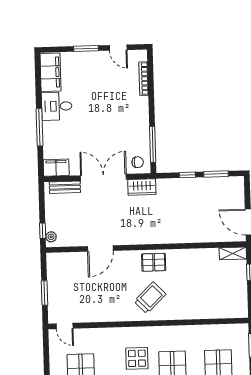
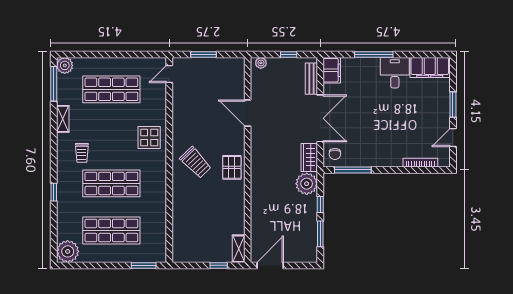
plant: (167, 189) -> (307, 184), added
window: (43, 231) -> (289, 54), moved
display table: (137, 358) -> (149, 138), moved

